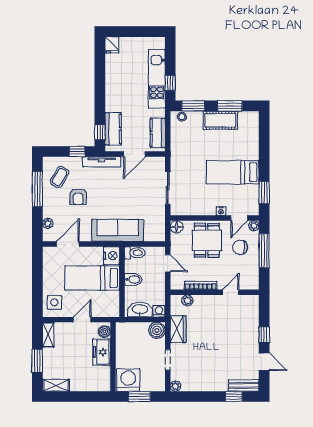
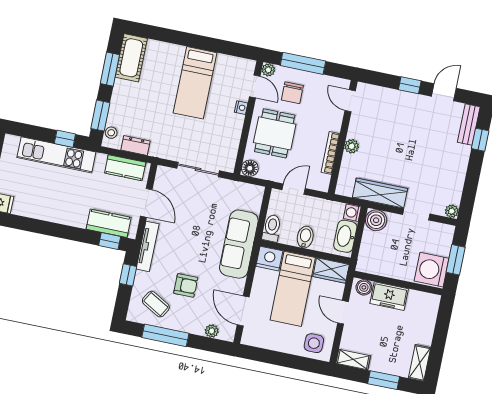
cot: (220, 120) -> (131, 58), moved
dresser: (176, 137) -> (135, 146), added
window: (264, 193) -> (229, 48), removed
dining table: (207, 240) -> (275, 133), turned 90
door: (231, 292) -> (350, 101), moved
plant: (187, 300) -> (352, 146), moved
wardrobe: (112, 304) -> (331, 270), added
wardrobe: (178, 329) -> (380, 193), width x1.50

